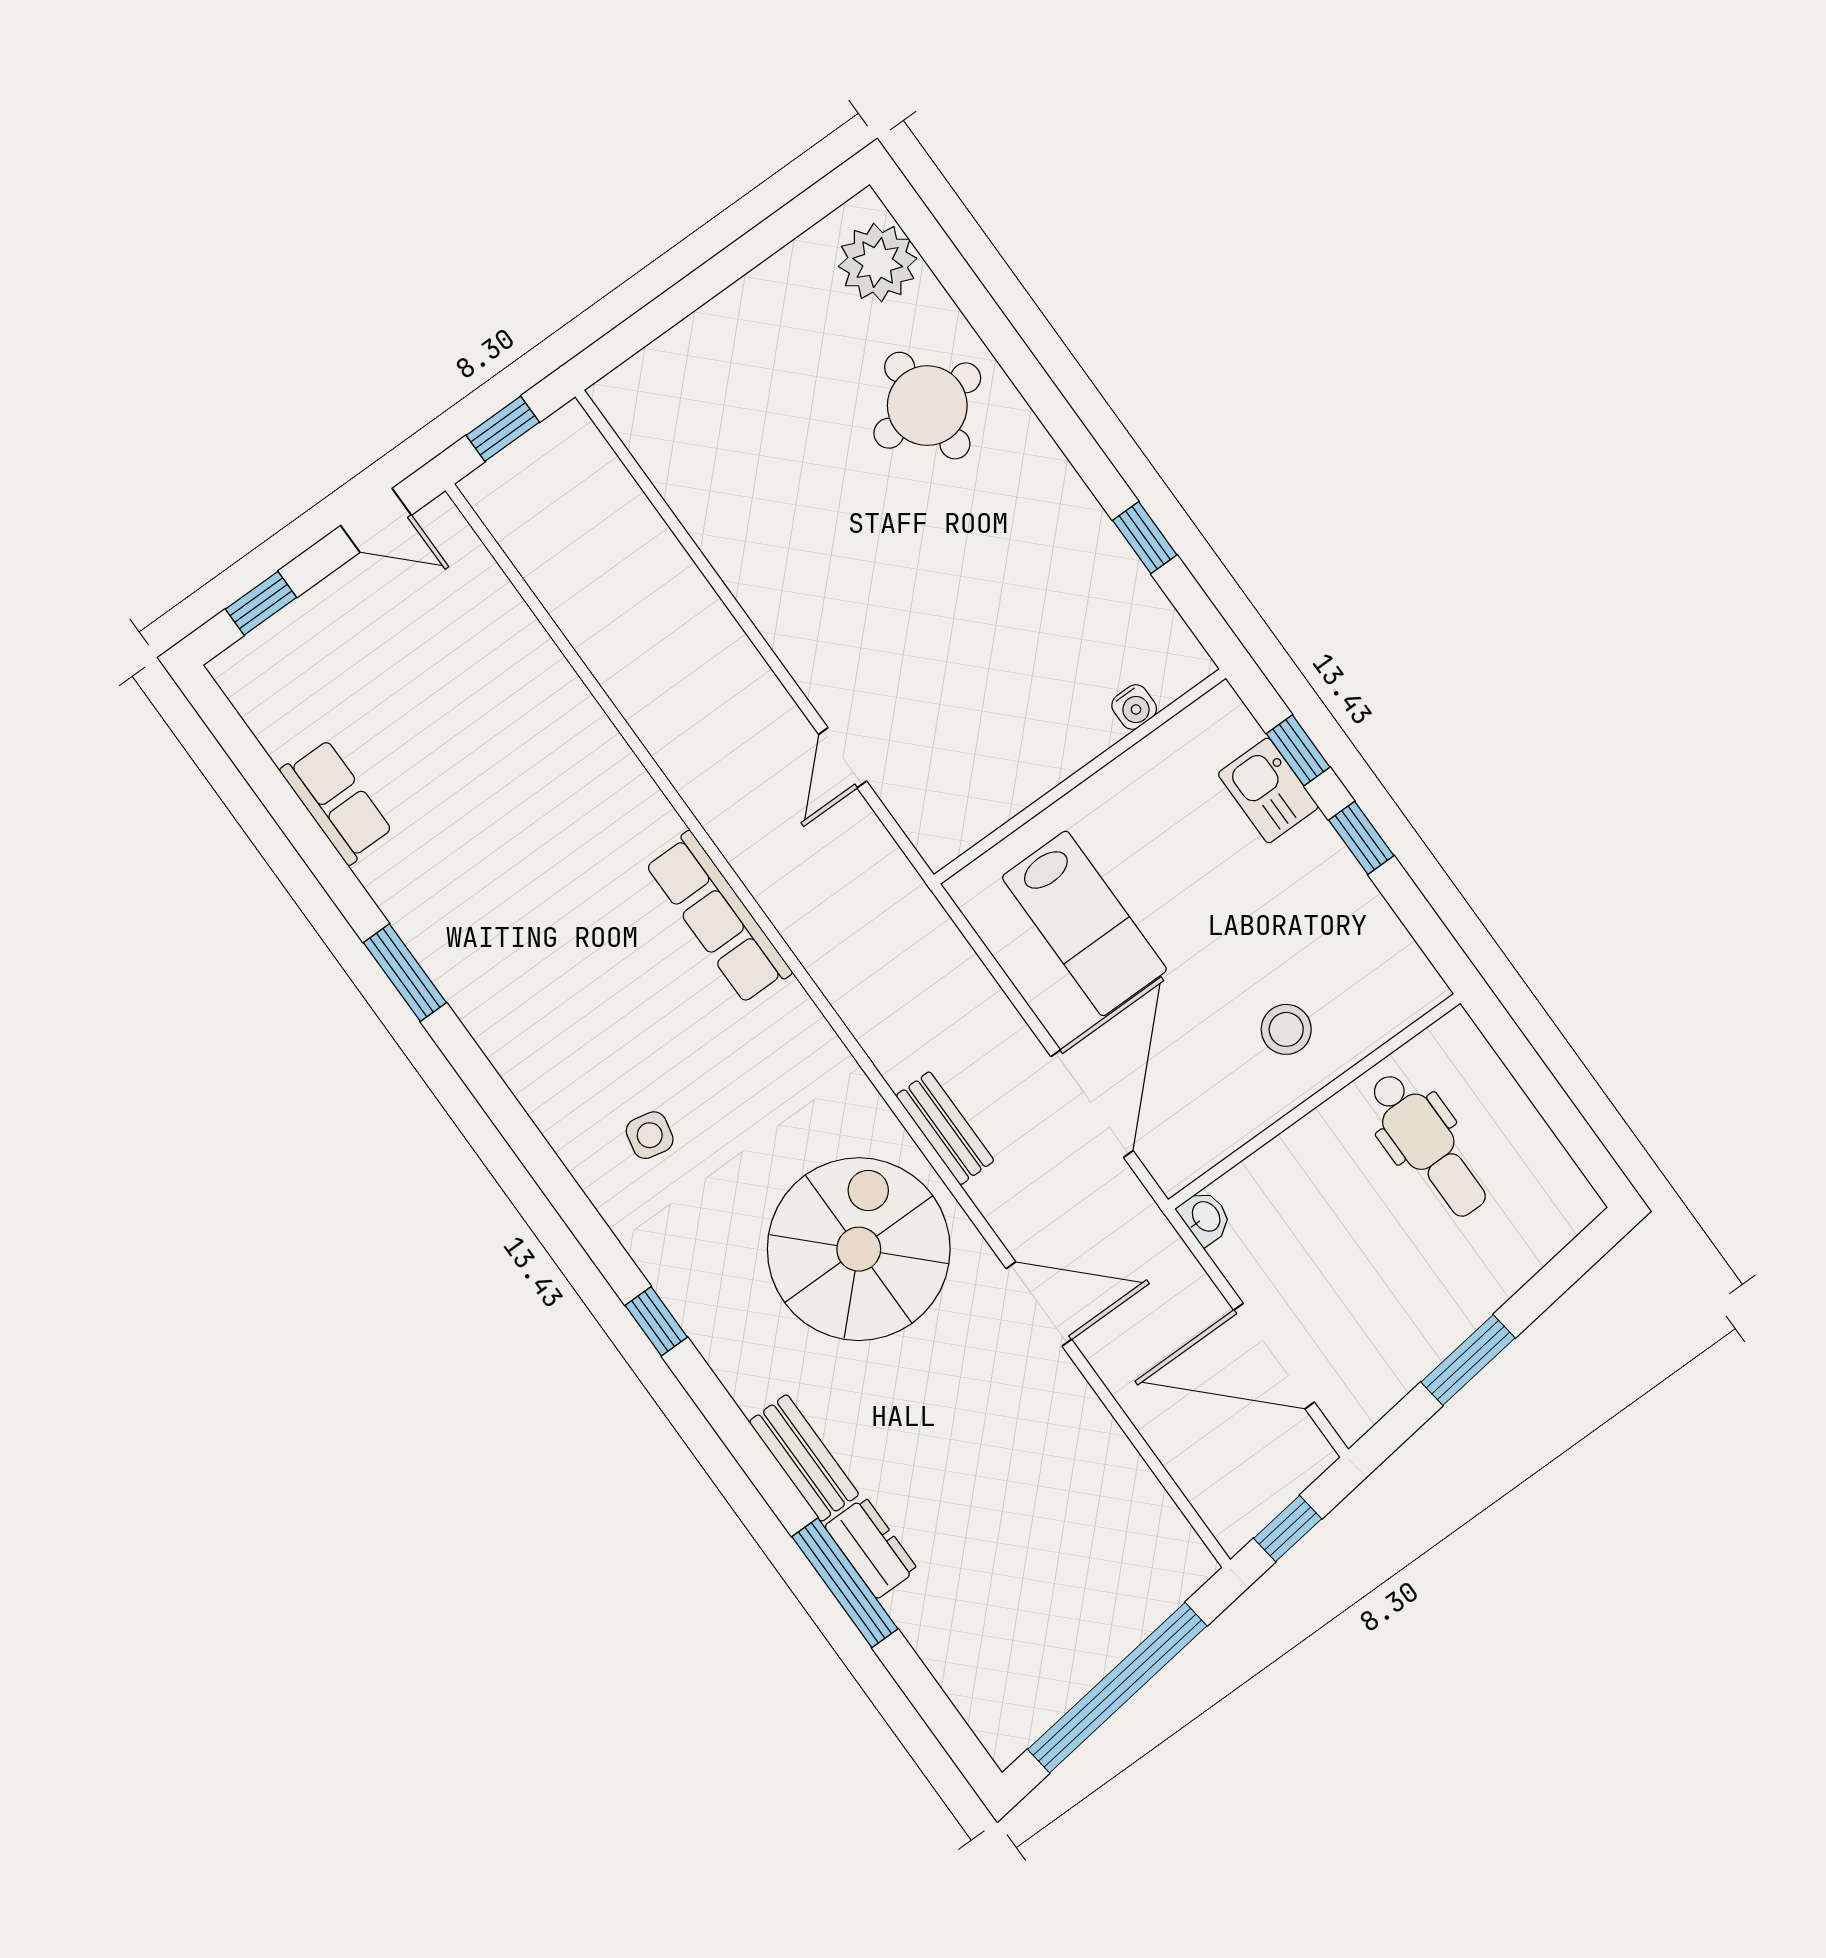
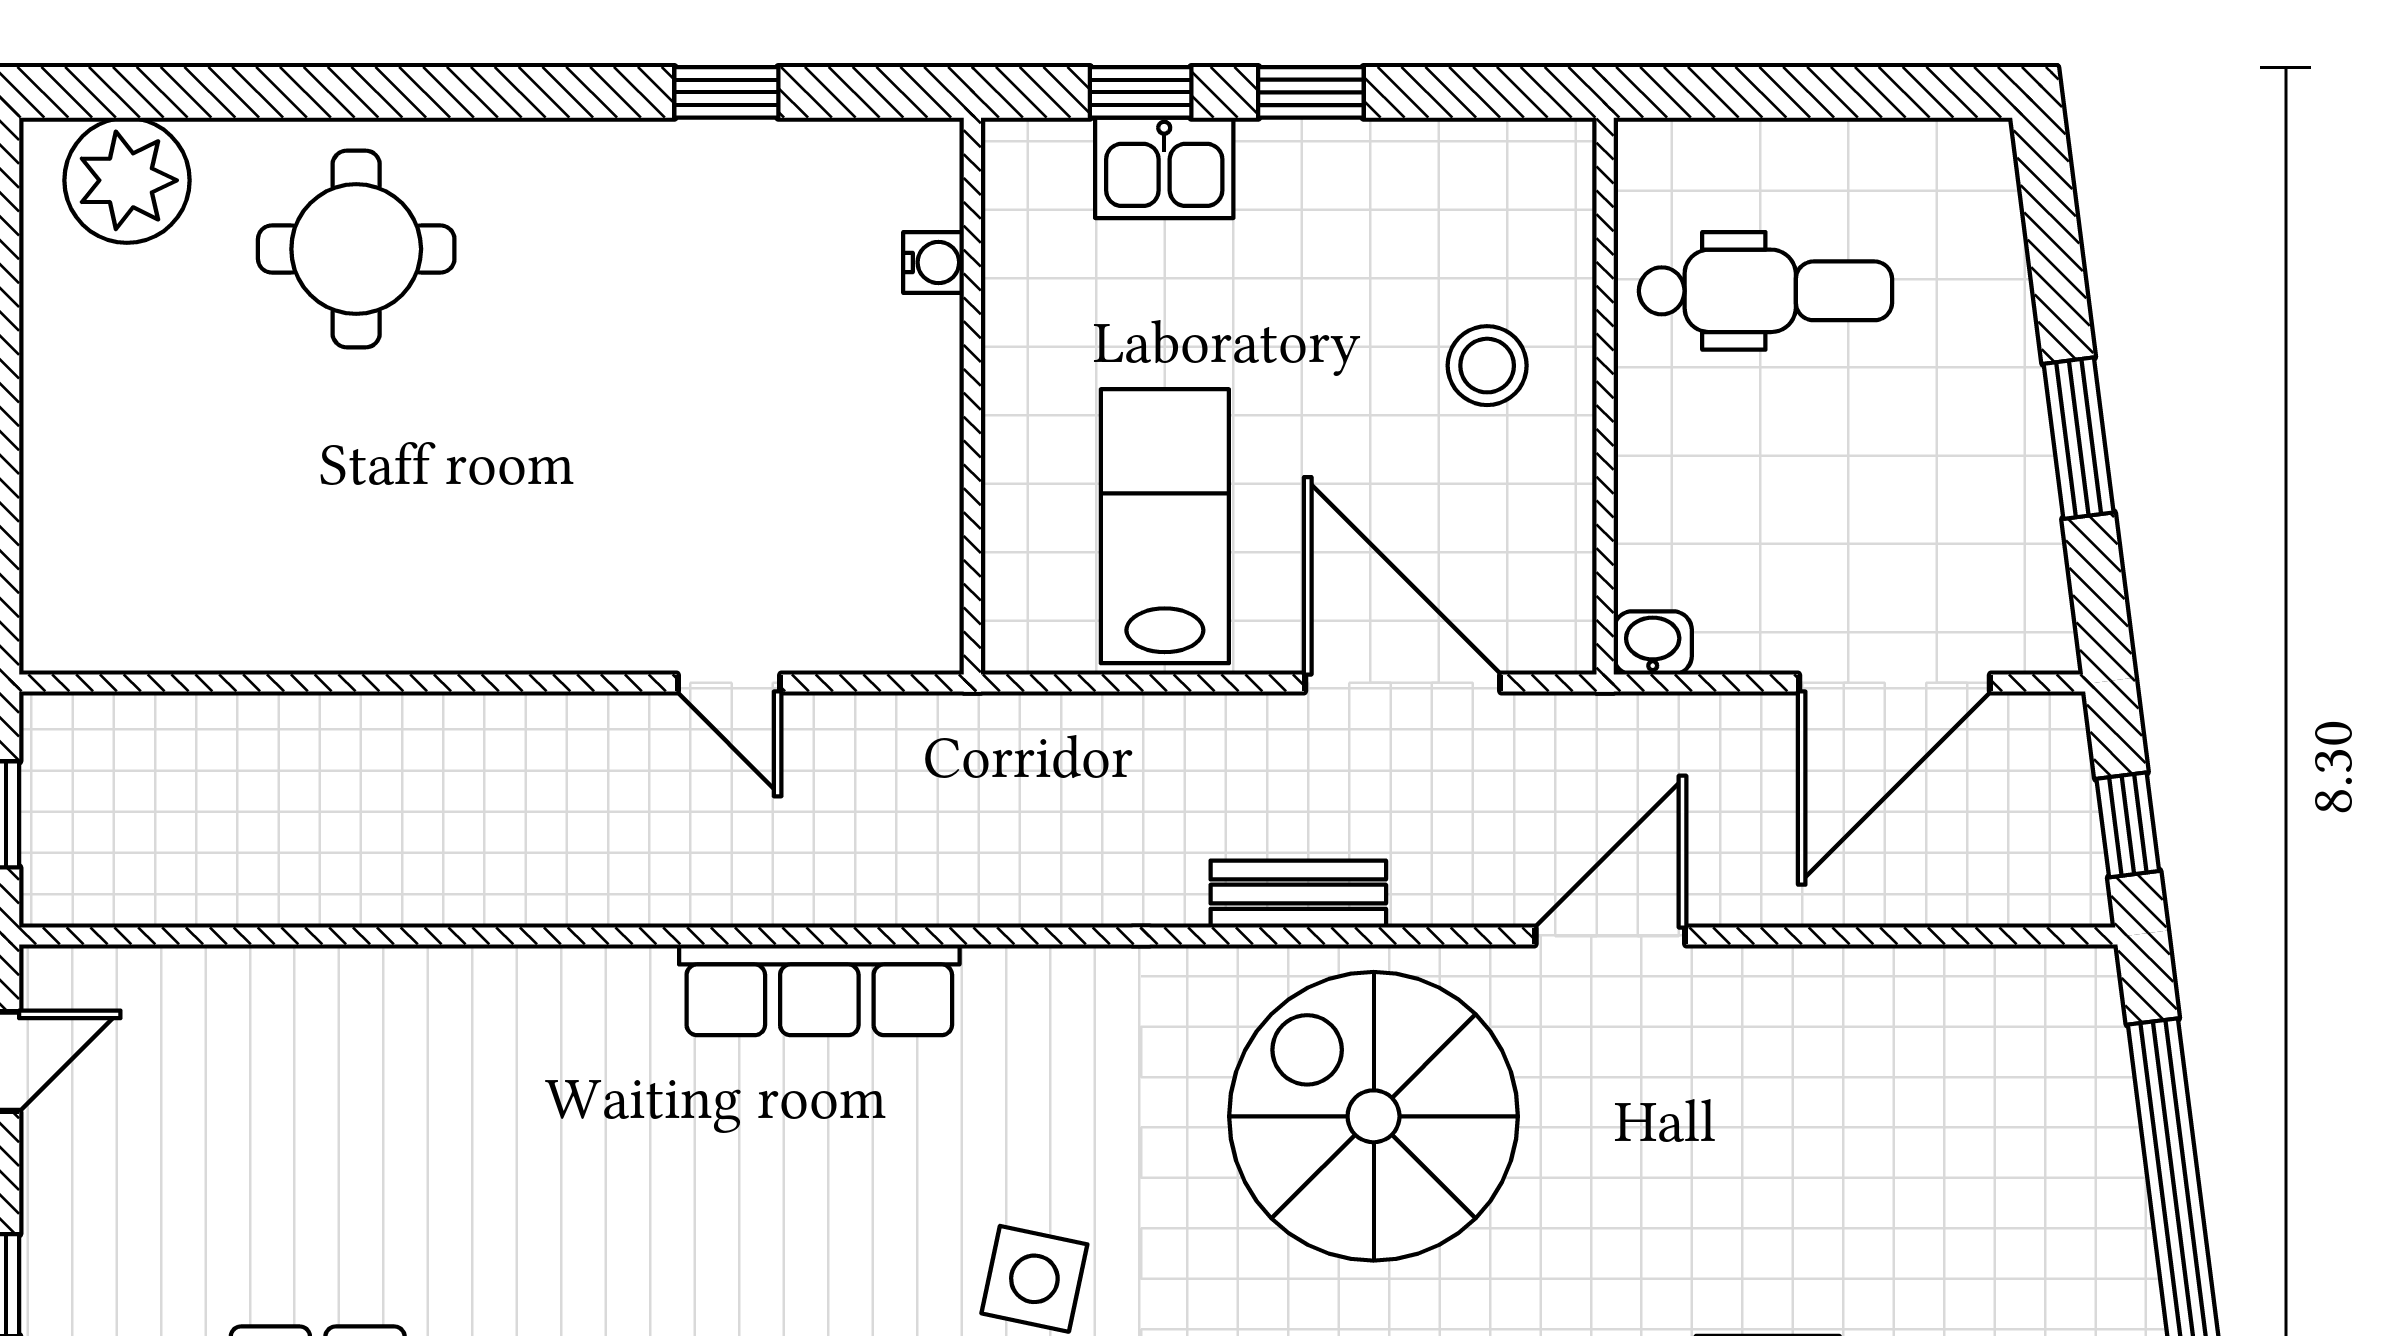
lab bench: (1084, 923) -> (1165, 526), turned -90
side table: (650, 1135) -> (1034, 1279), width x1.37, depth x1.37

